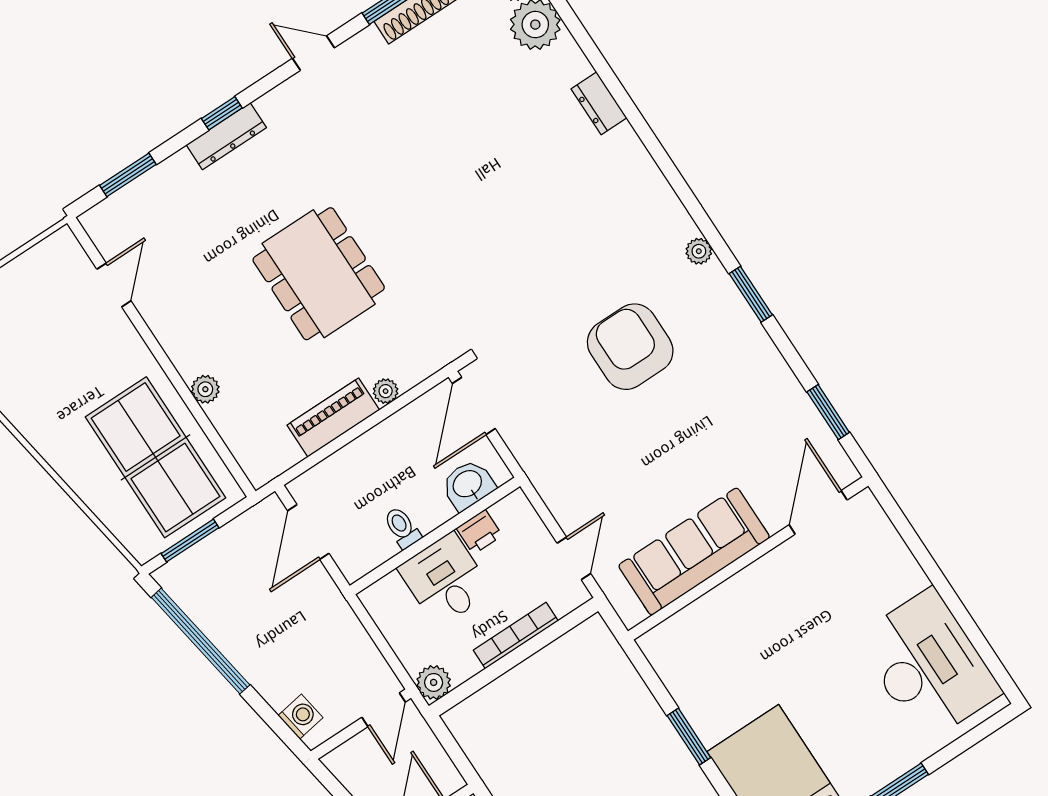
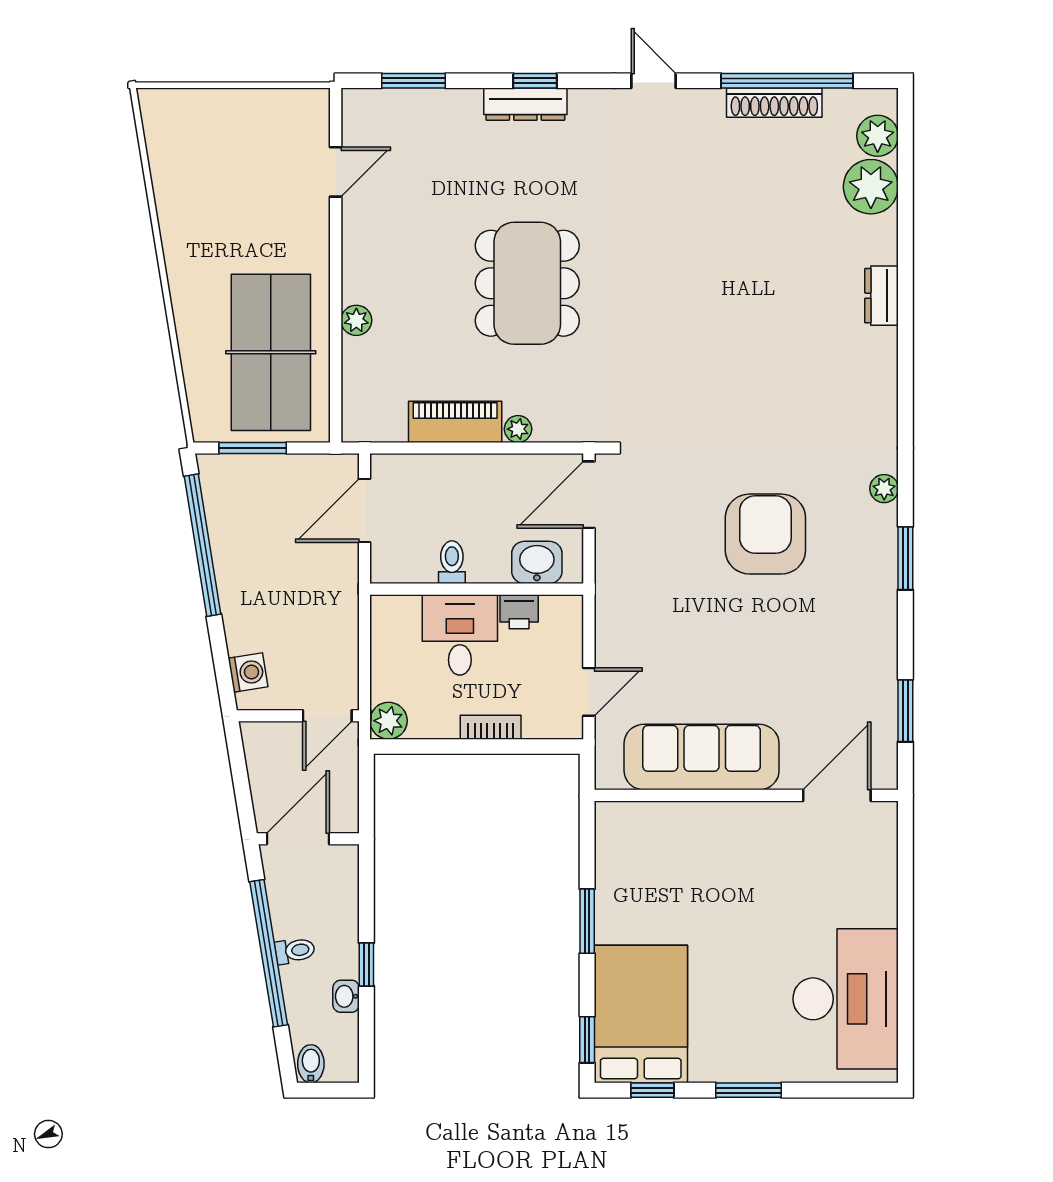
bookcase: (516, 636) -> (491, 727), width x0.64

